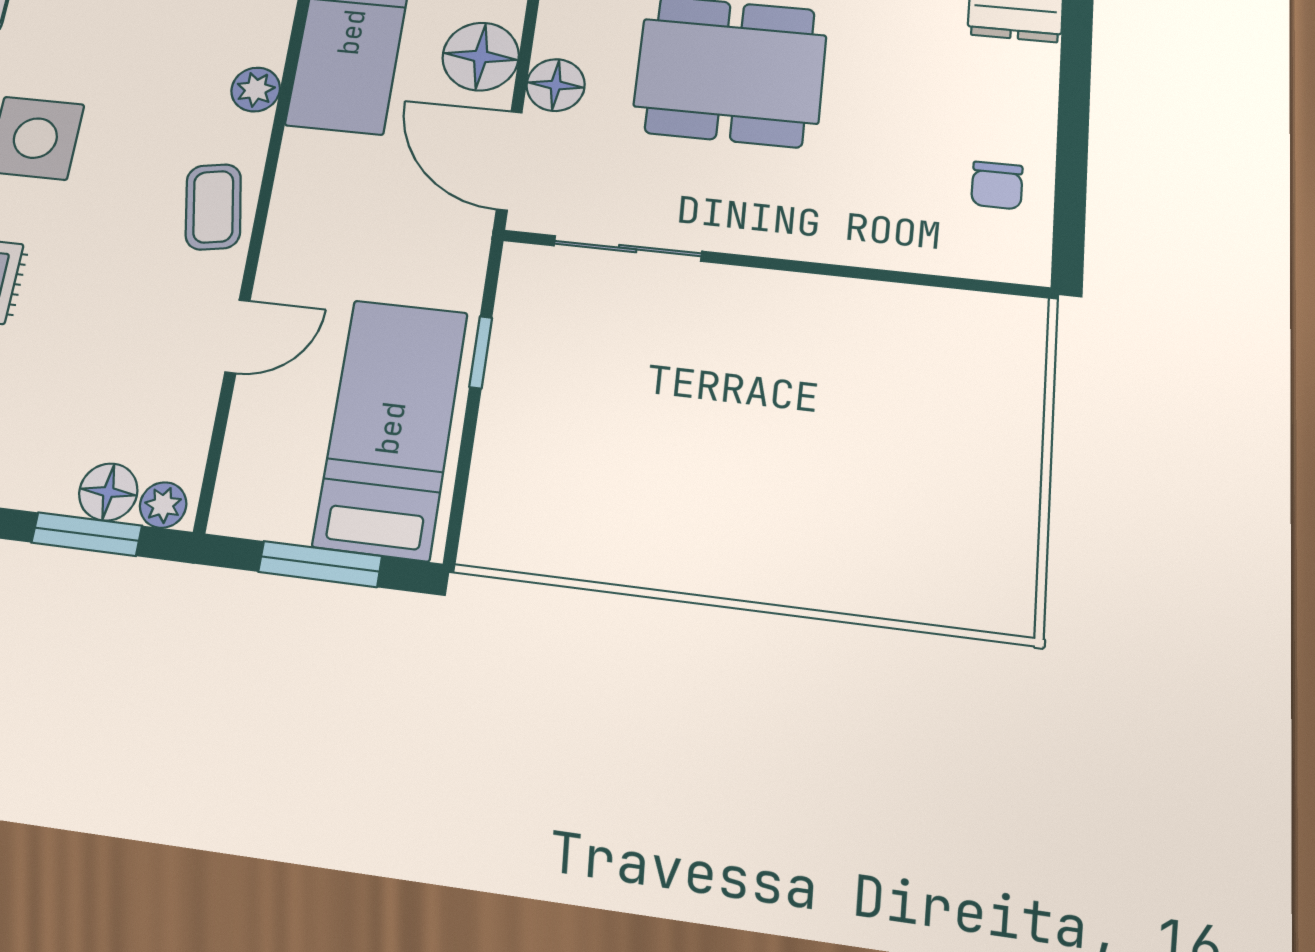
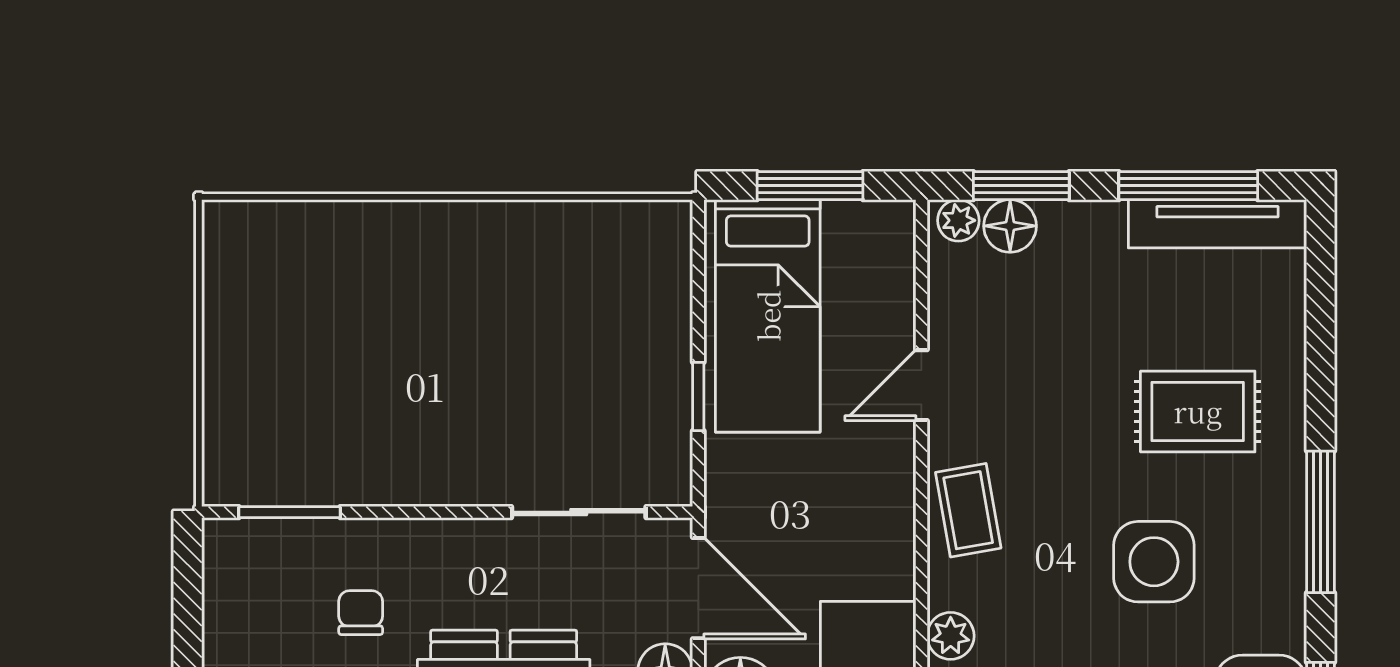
chair: (997, 185) -> (361, 613), moved
window: (950, 282) -> (289, 512), added

